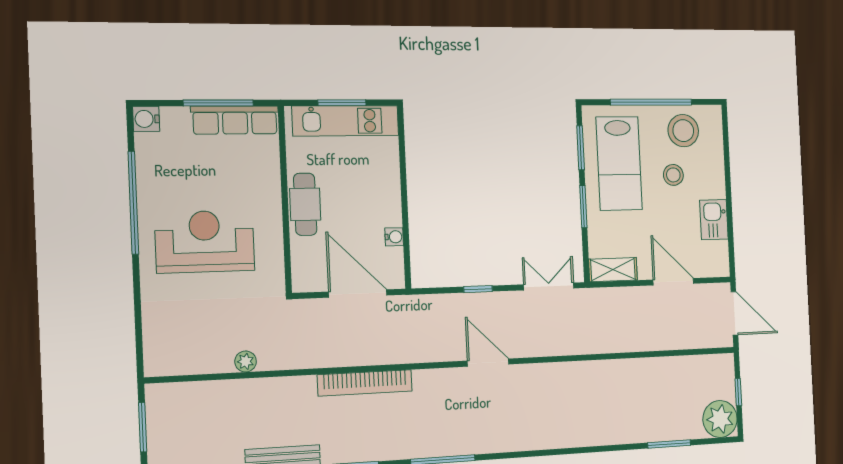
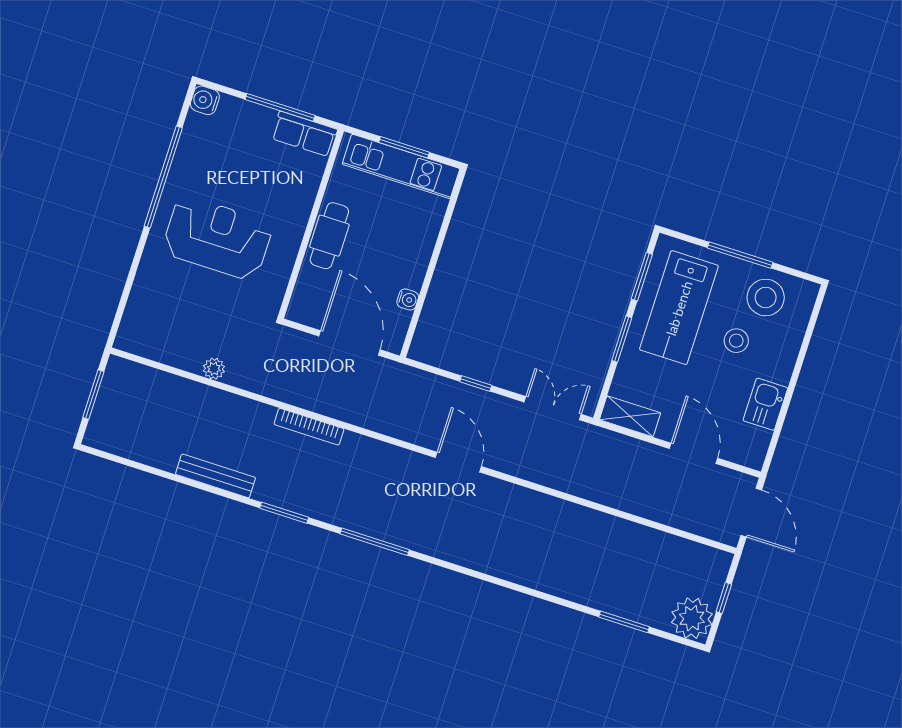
window: (651, 102) -> (740, 255), width x0.68
row of seats: (235, 120) -> (304, 134), width x0.68
bookcase: (365, 383) -> (309, 427), width x0.68, depth x0.76

